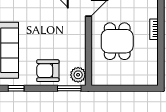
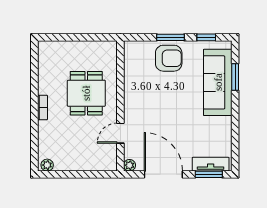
plant: (78, 75) -> (133, 53), removed
window: (69, 88) -> (170, 37), moved

